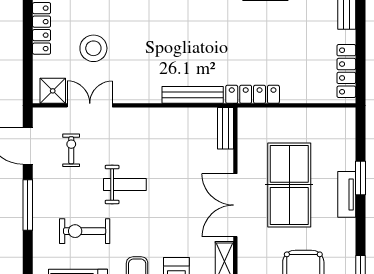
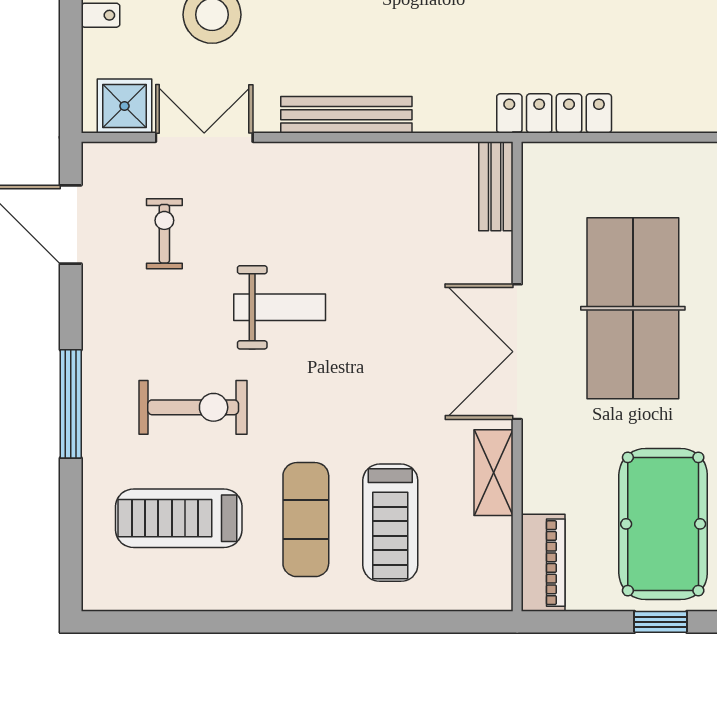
bench: (193, 95) -> (346, 115), moved
window: (28, 205) -> (71, 404), moved
exercise bike: (85, 231) -> (193, 407), turned 180

